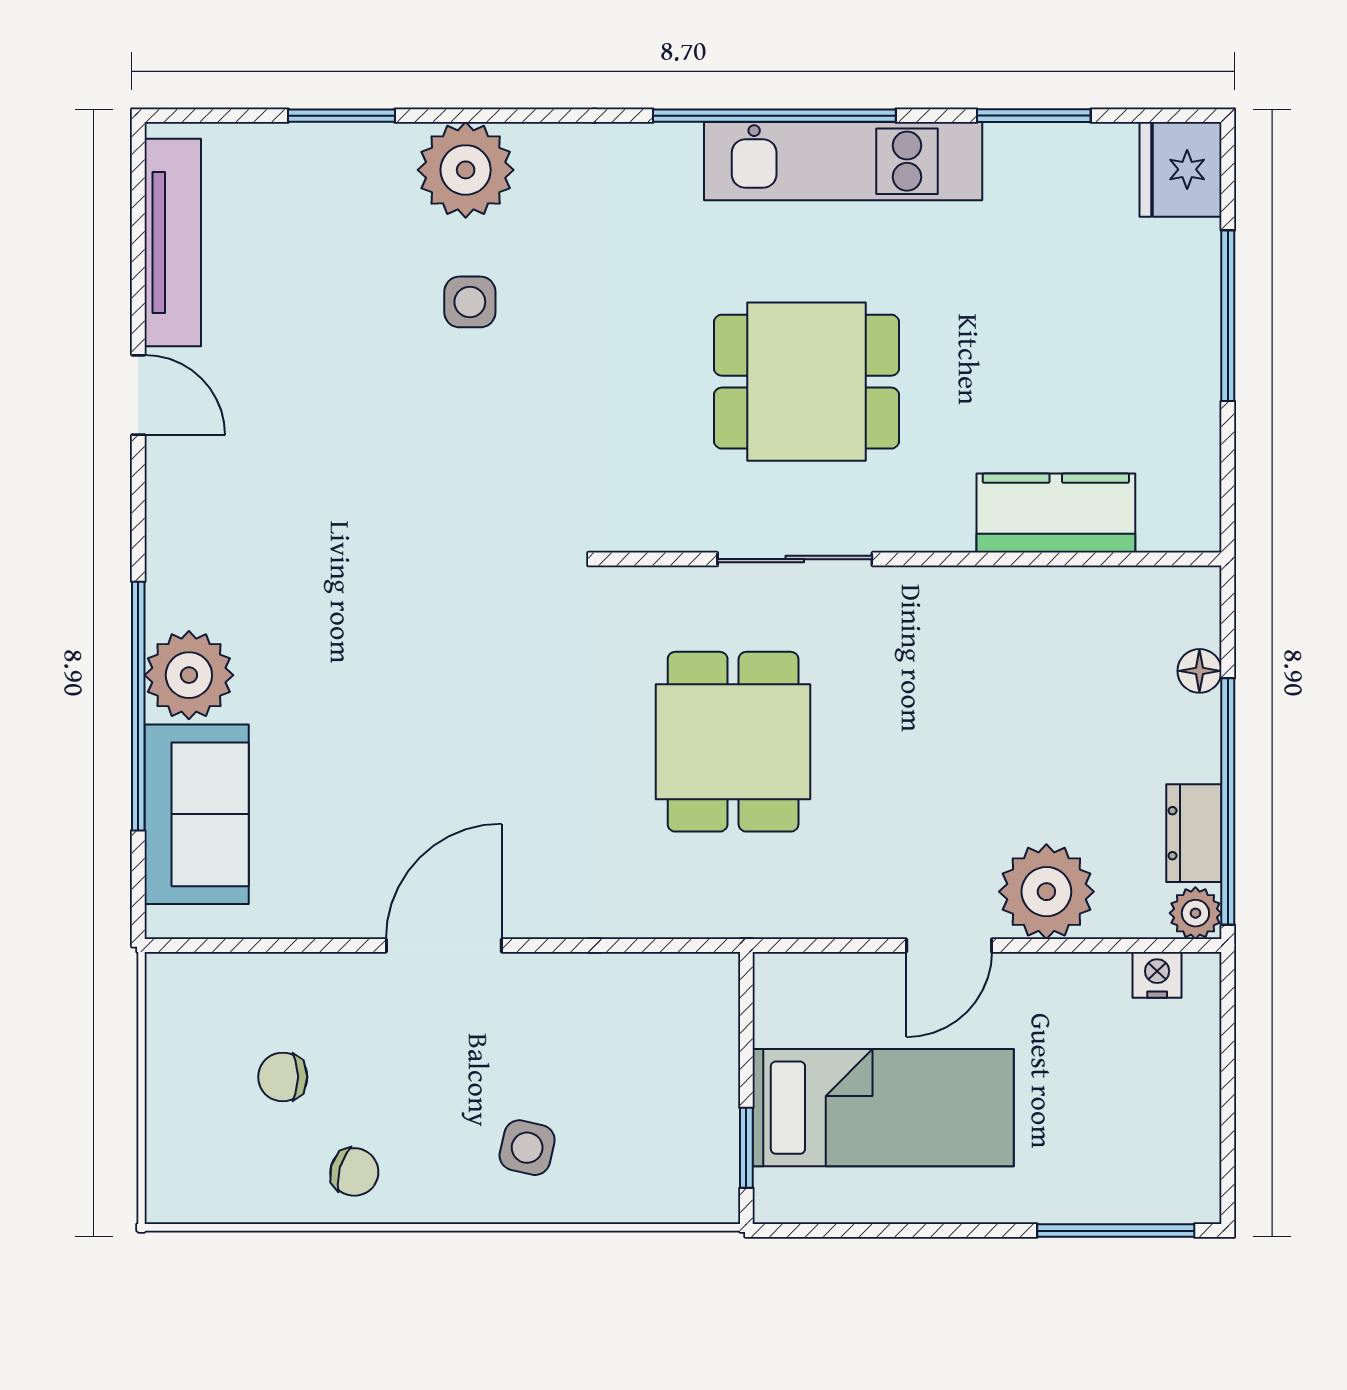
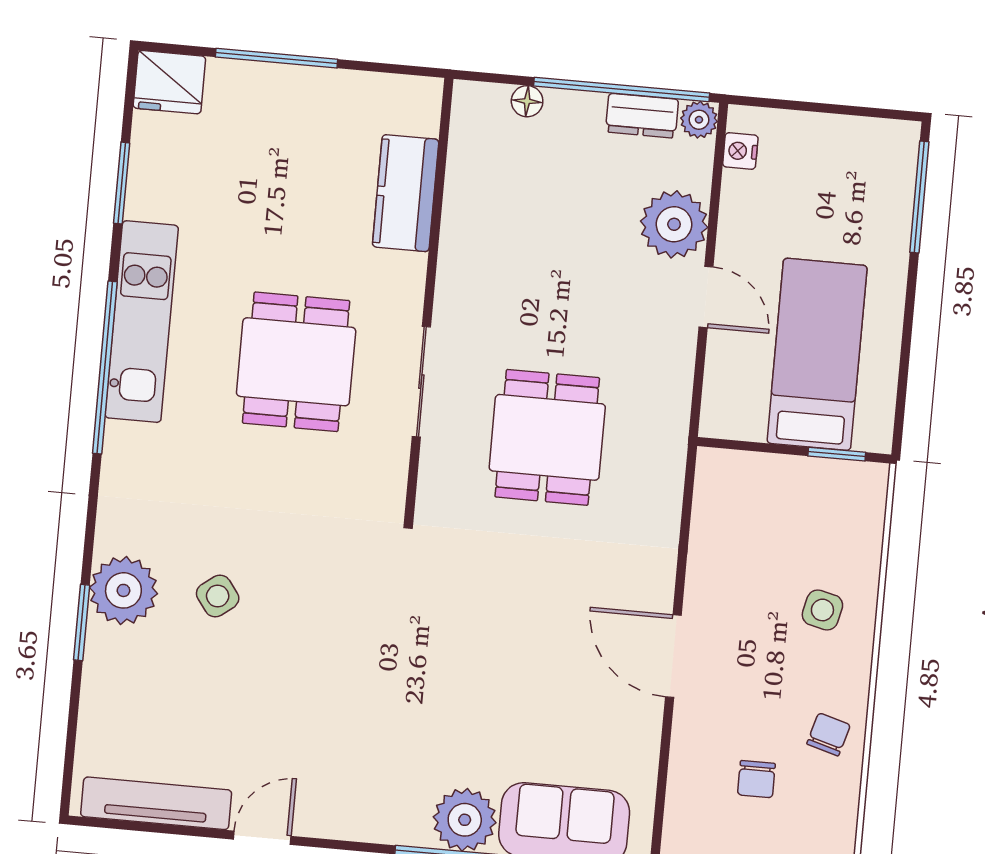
window: (341, 116) -> (82, 623), moved
side table: (470, 302) -> (218, 596), turned -37
dining table: (733, 742) -> (547, 437), turned 90

